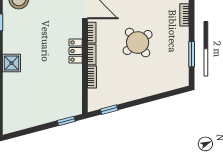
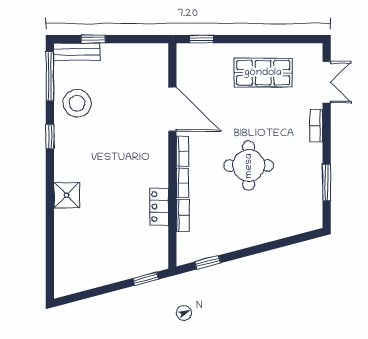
round table: (138, 43) -> (249, 166), turned 38
locker: (76, 51) -> (159, 207), moved

